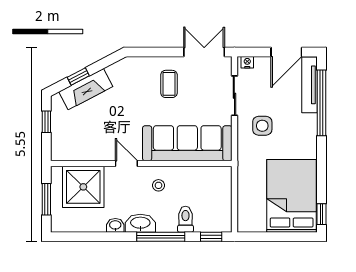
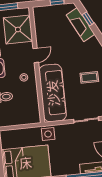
side table: (262, 126) -> (48, 134), moved

